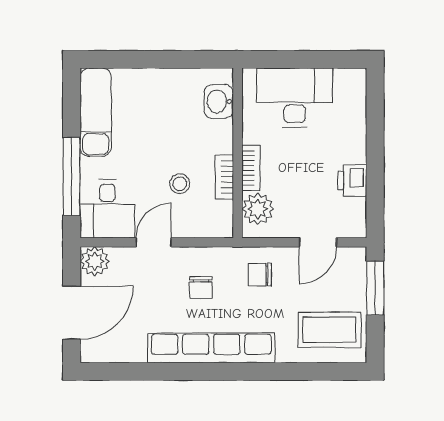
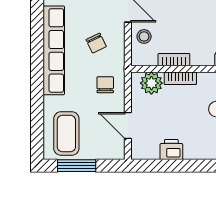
stool: (180, 184) -> (144, 36), moved
chair: (201, 288) -> (96, 43), turned -116
window: (375, 288) -> (77, 166), moved

